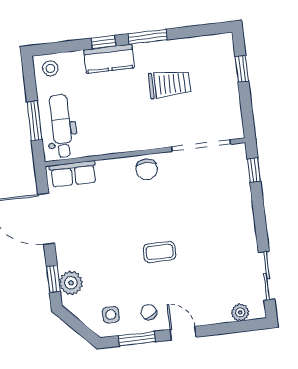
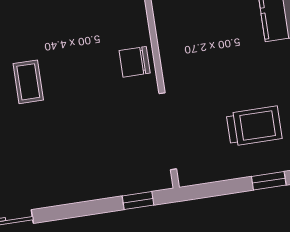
trolley: (169, 84) -> (254, 126), moved, turned -90

